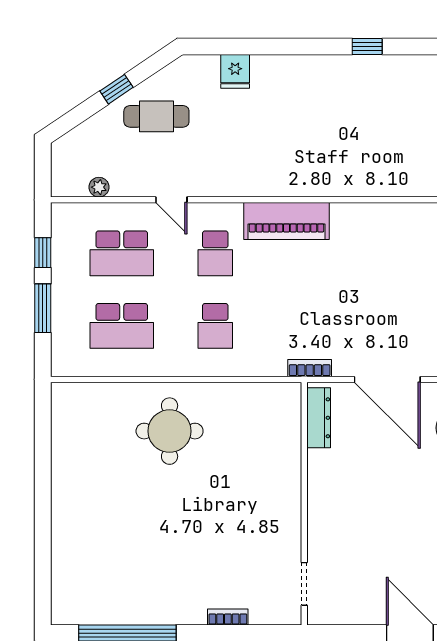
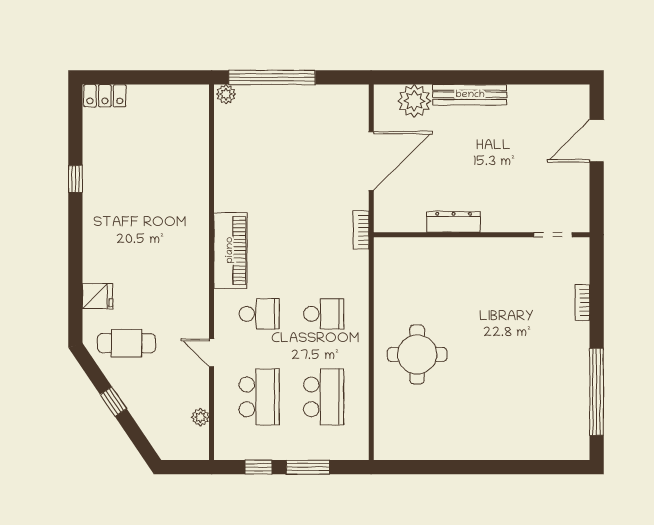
cafe table: (156, 116) -> (127, 343), moved, turned 90
door: (171, 200) -> (212, 353), swing flipped
dresser: (319, 418) -> (454, 222), moved

